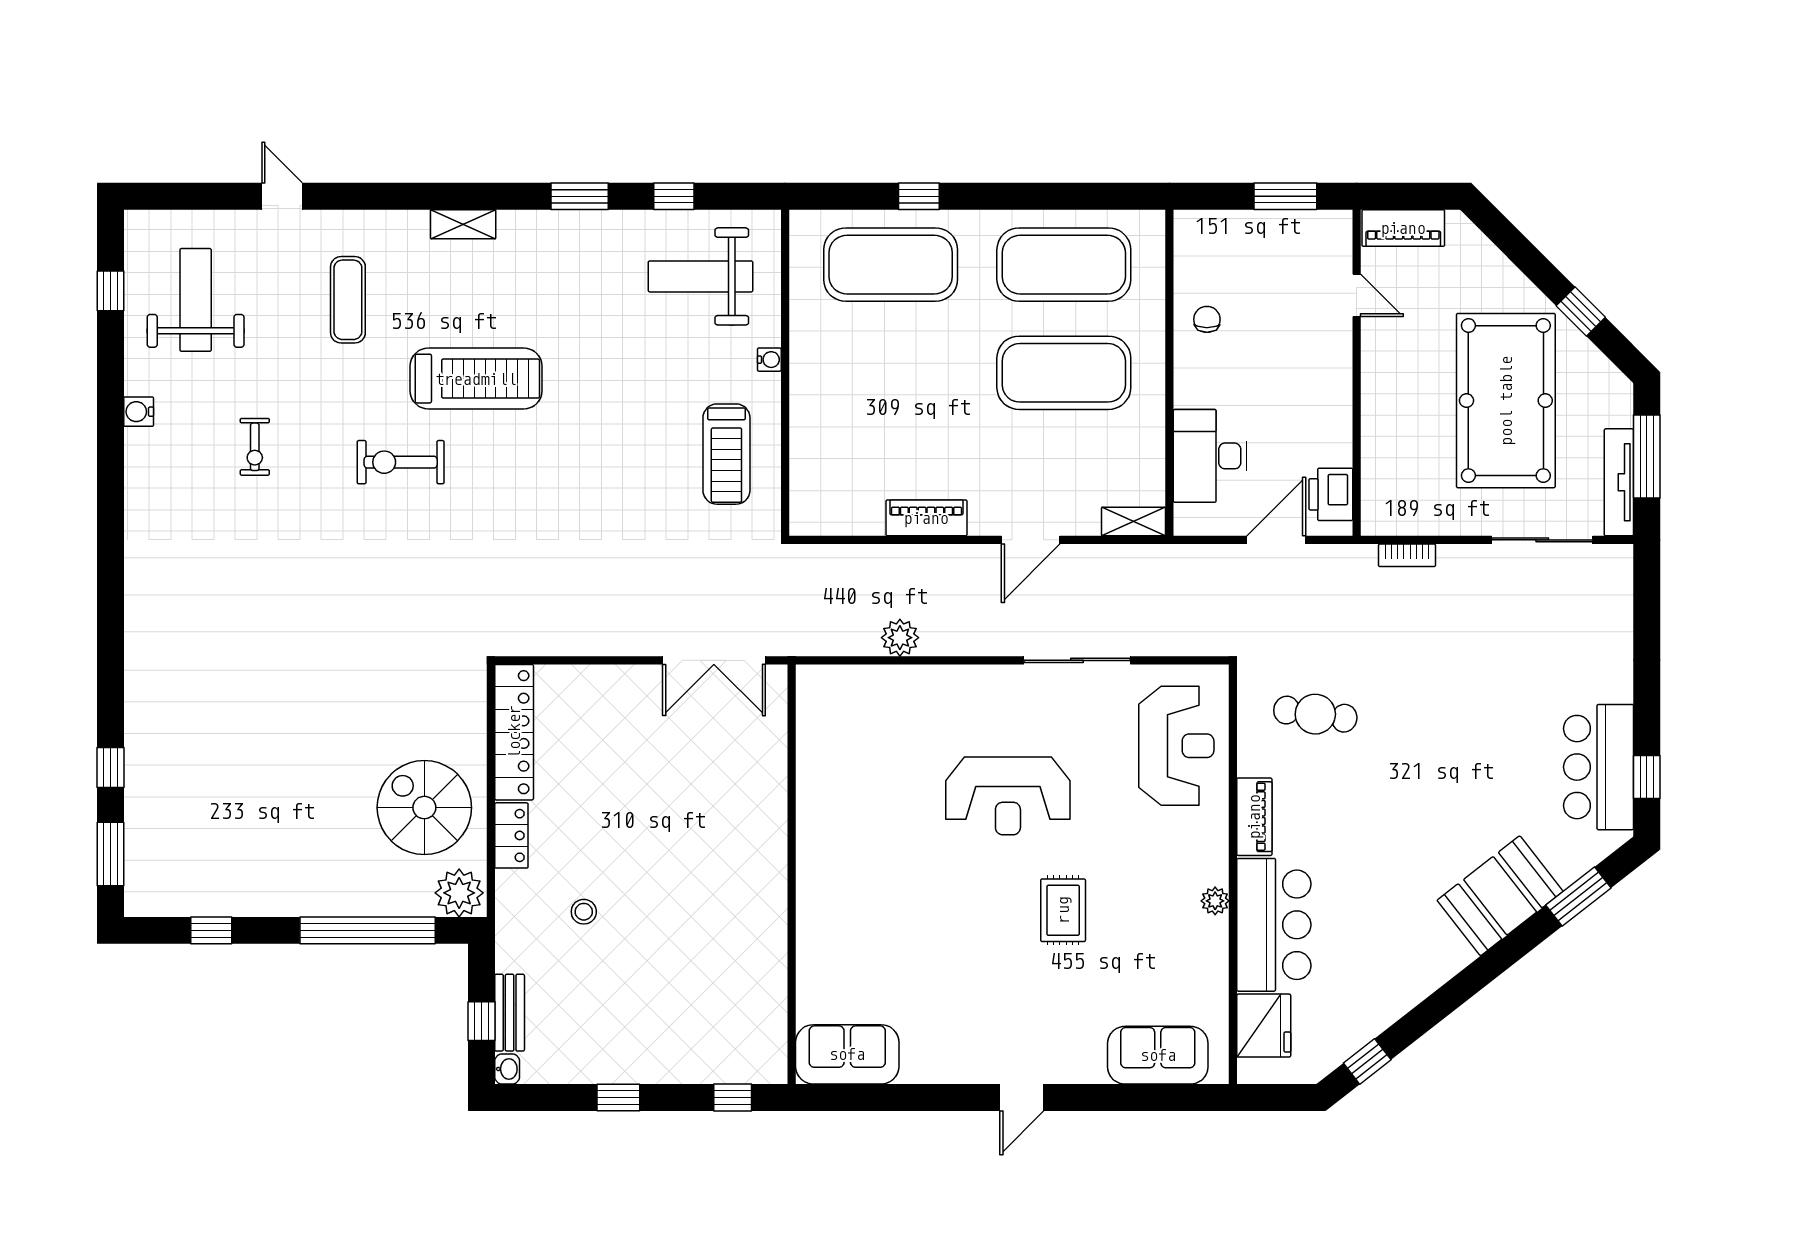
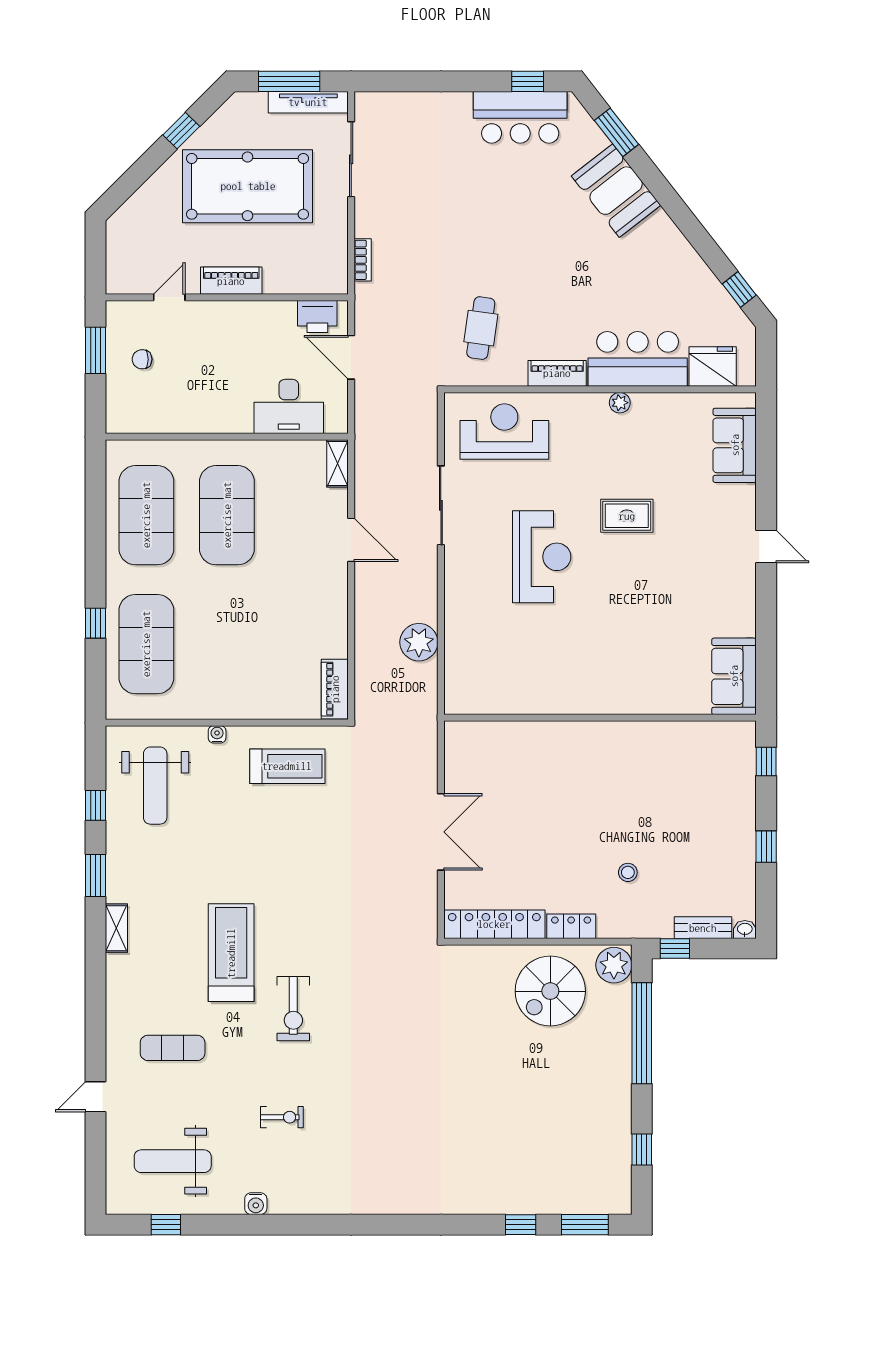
shelving: (463, 224) -> (116, 928), moved
piano: (1403, 228) -> (231, 281), moved, turned -90
chair: (1207, 319) -> (142, 359), moved
piano: (926, 518) -> (335, 689), moved
plant: (900, 638) -> (419, 642), width x1.36, depth x1.36
double door: (714, 660) -> (441, 832), moved
window: (481, 1021) -> (675, 948), moved

